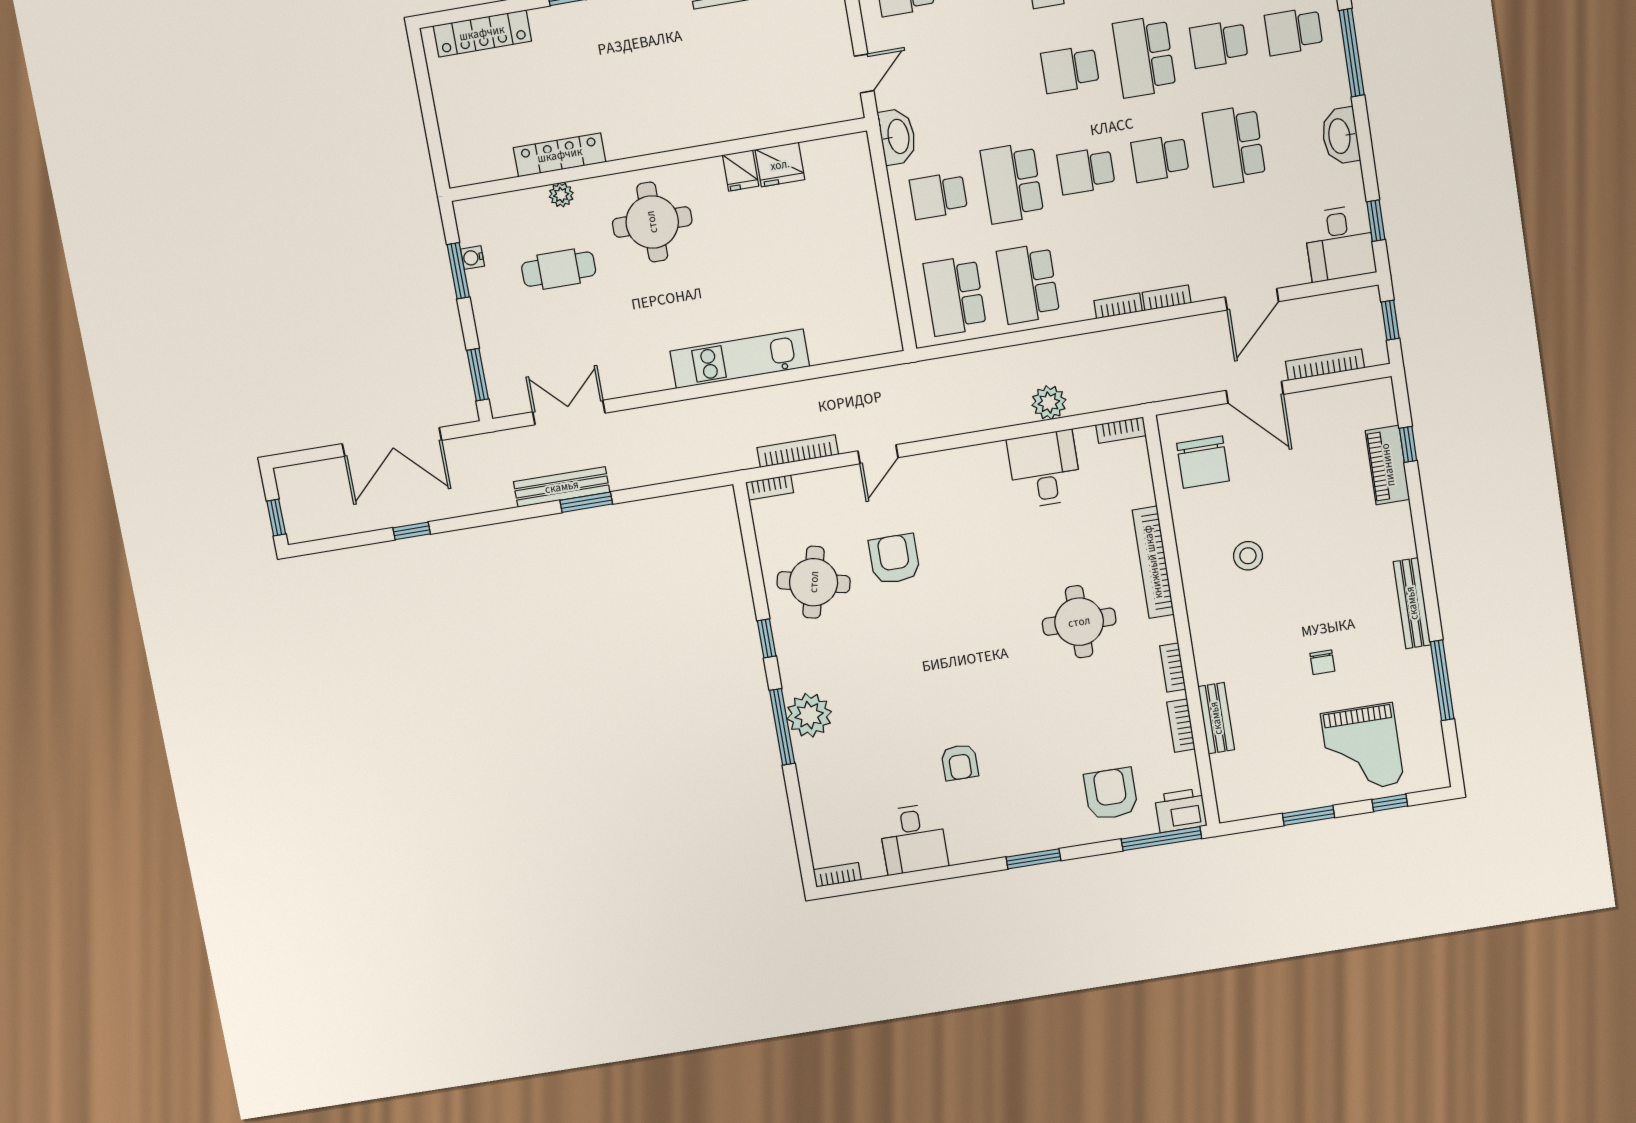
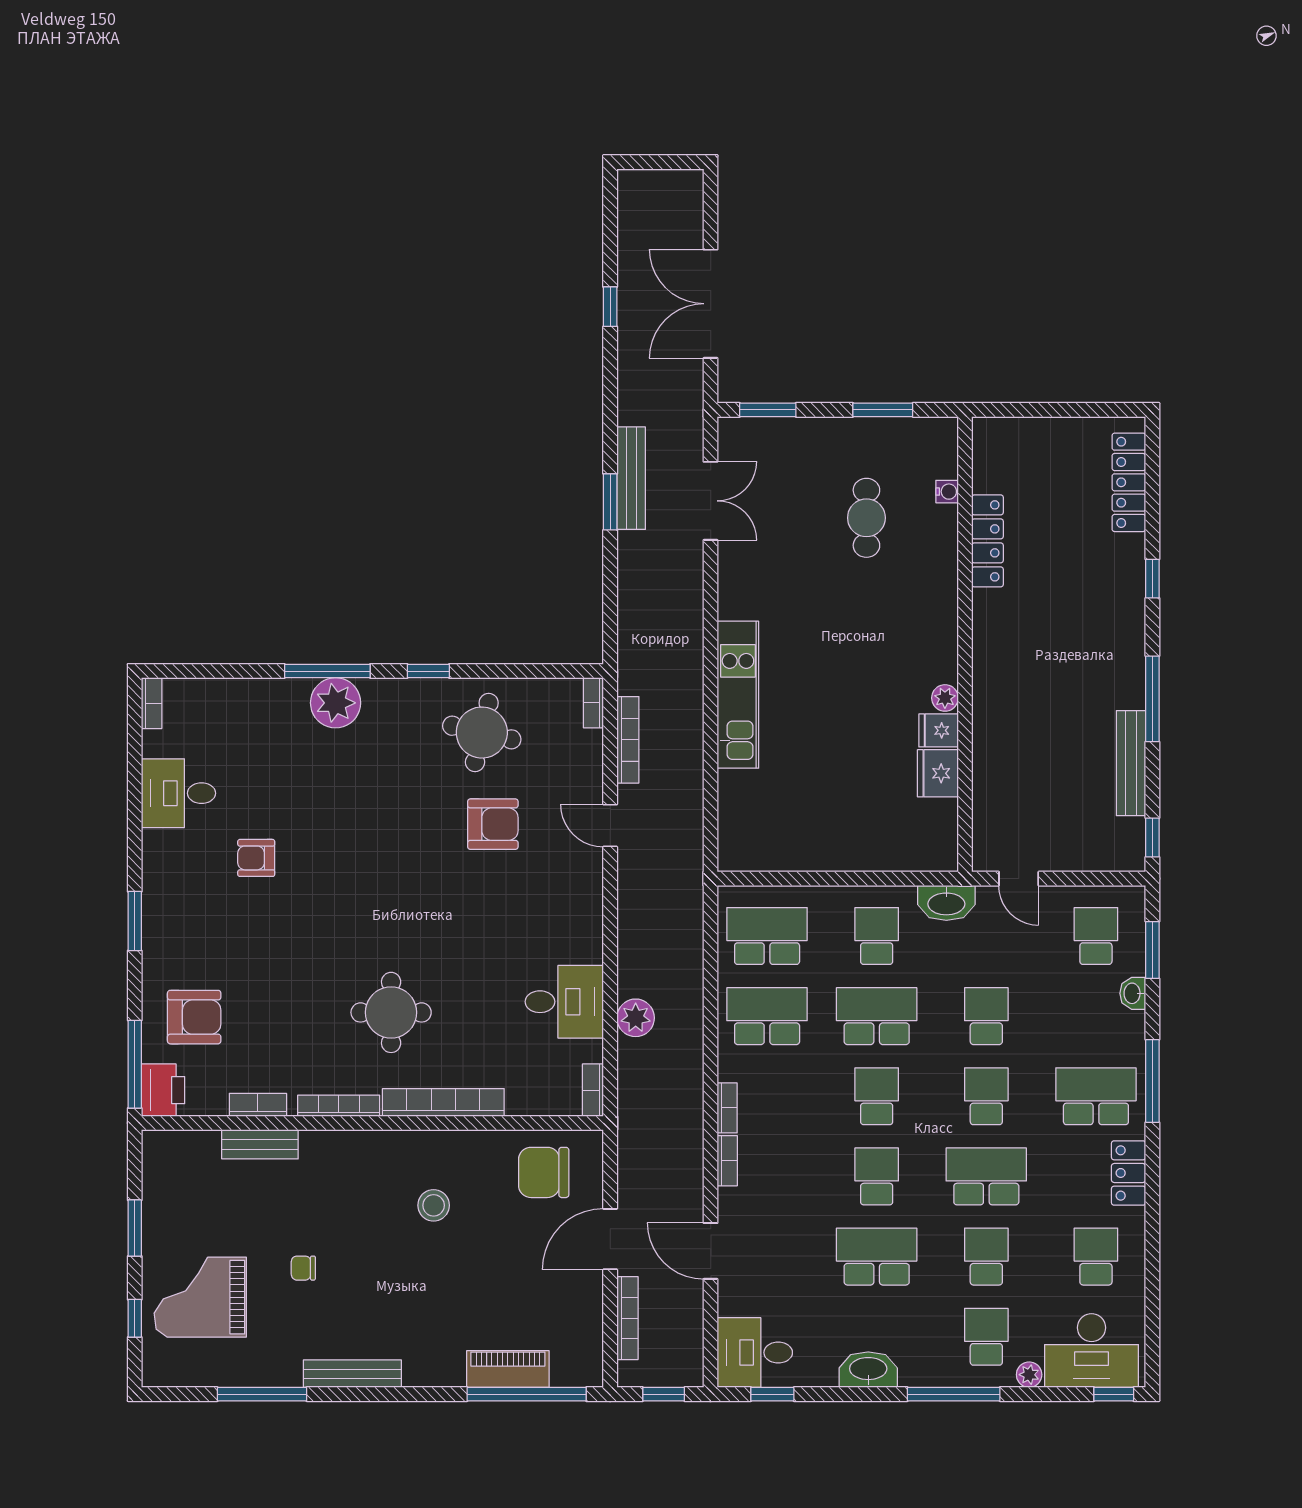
school desk: (996, 82) -> (986, 1016), added
plant: (561, 195) -> (945, 698), moved
round table: (652, 222) -> (900, 627), removed
water cooler: (472, 258) -> (947, 492), moved, turned 90
window: (1408, 444) -> (527, 1394), width x3.17
window: (276, 517) -> (649, 162), removed
bookcase: (1173, 668) -> (339, 1106), width x1.56

